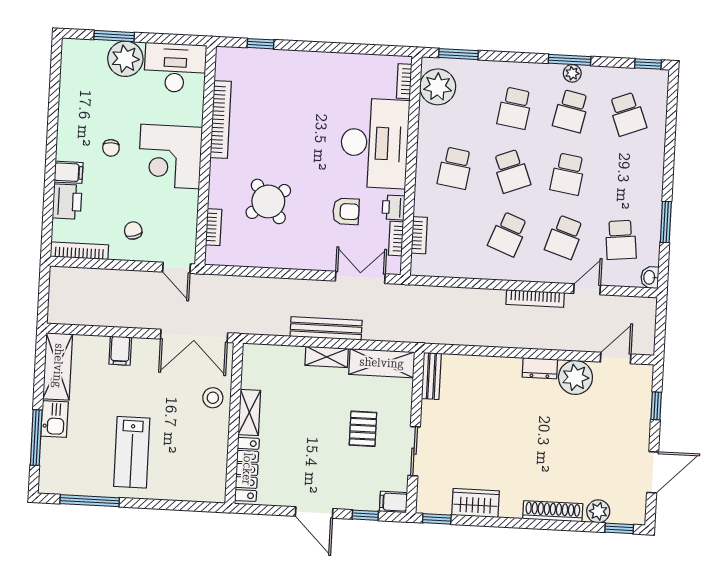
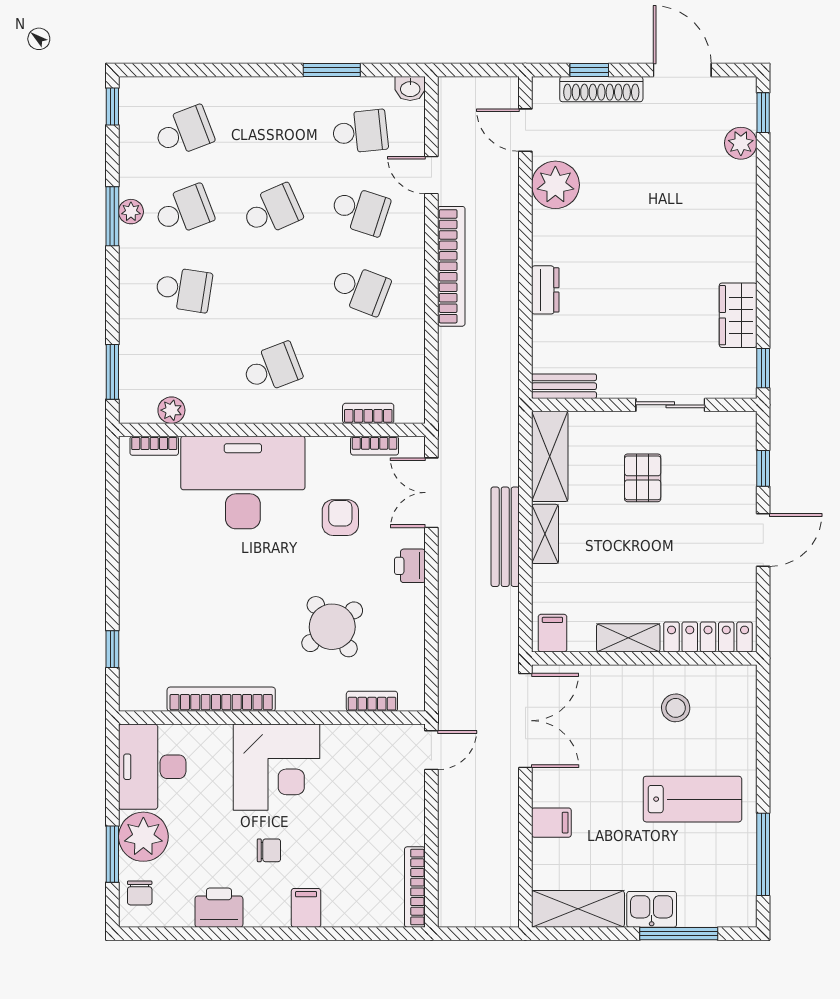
plant: (438, 87) -> (171, 410), width x0.53, depth x0.53
school desk: (571, 111) -> (184, 210), turned -33
school desk: (455, 168) -> (272, 368), turned -30
school desk: (511, 171) -> (272, 289), removed
school desk: (568, 174) -> (272, 210), turned -33
printer: (67, 202) -> (219, 908), moved
printer: (393, 207) -> (410, 566), moved, turned 90
chair: (133, 231) -> (140, 893), moved, turned -74
bookcase: (535, 298) -> (451, 266), width x1.48, depth x1.31
dresser: (540, 368) -> (545, 290), moved
stool: (213, 398) -> (676, 708), moved
pallet: (363, 429) -> (643, 478), turned 90
filing cabinet: (393, 502) -> (552, 633), moved, turned 180
shoe rack: (553, 511) -> (601, 89), moved, turned -90

